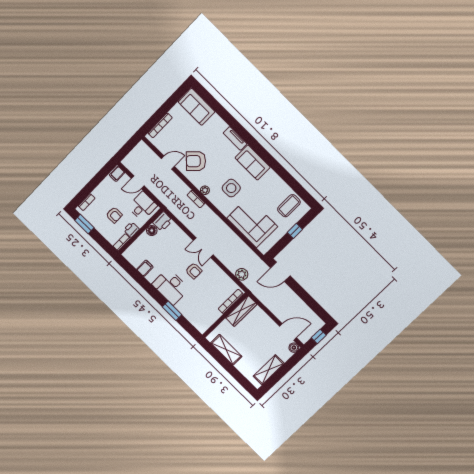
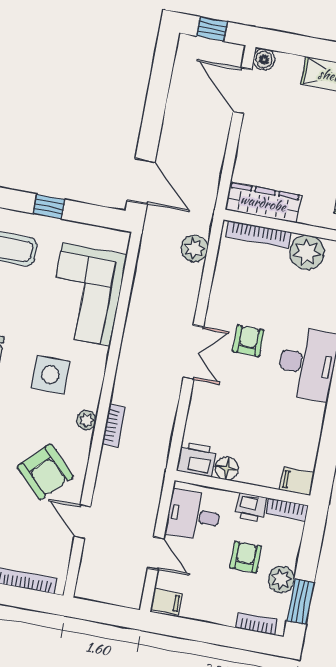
plant: (97, 223) -> (281, 579), added
filing cabinet: (145, 268) -> (297, 481), moved
plant: (212, 314) -> (307, 252), added

